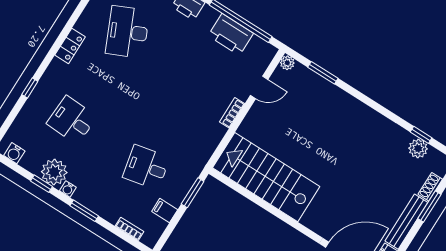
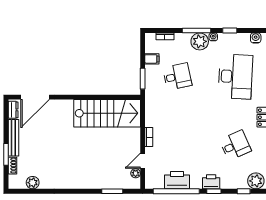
desk: (128, 32) -> (235, 145), width x0.73
plant: (287, 63) -> (136, 173), moved
desk: (72, 120) -> (235, 77), width x1.87, depth x1.30
window: (421, 135) -> (36, 191), removed
plant: (54, 172) -> (200, 41), moved
window: (84, 211) -> (196, 31), width x1.44

